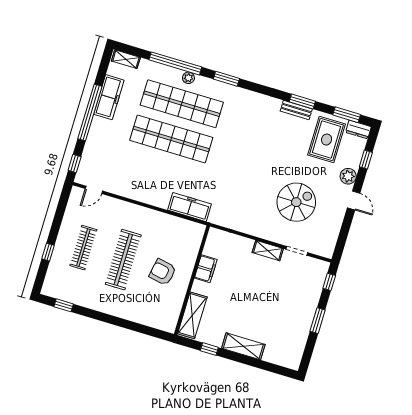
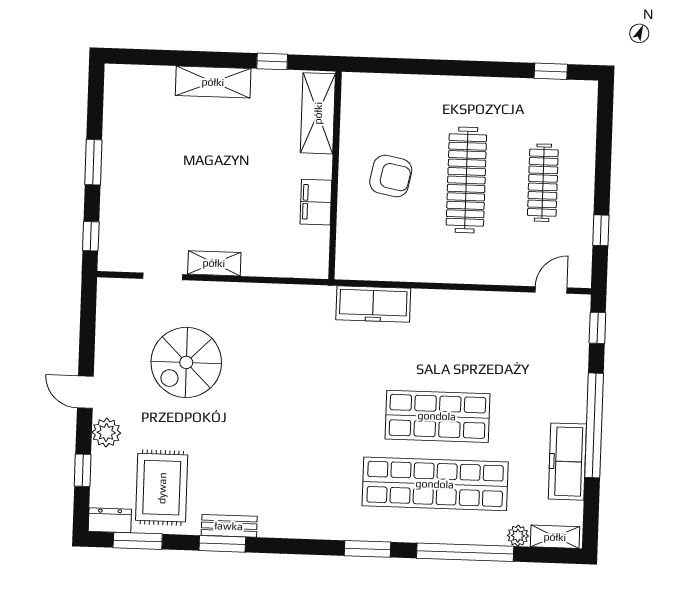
plant: (188, 78) -> (518, 536), moved
shop shelf: (171, 139) -> (437, 416), width x0.71
window: (48, 252) -> (601, 230), moved

